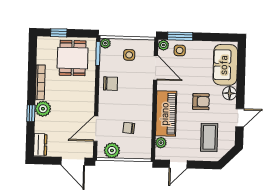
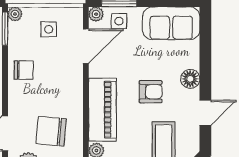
sofa: (225, 65) -> (171, 23), moved, turned -90
door: (155, 68) -> (86, 46), hinge flipped
chair: (129, 128) -> (51, 131), width x1.87, depth x1.87

